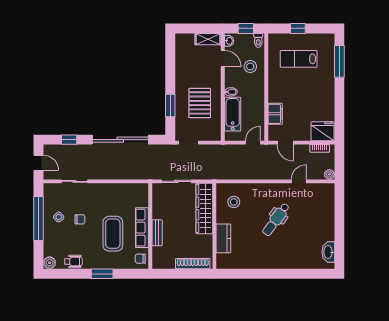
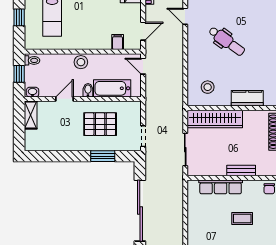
door: (223, 59) -> (65, 99), moved
stool: (250, 67) -> (81, 62), moved
filing cabinet: (275, 114) -> (118, 42), width x0.50
row of seats: (142, 228) -> (221, 187), moved
coffee table: (113, 234) -> (242, 219), width x0.54, depth x0.58

